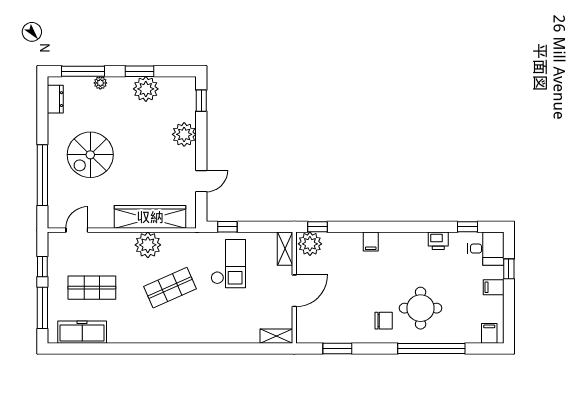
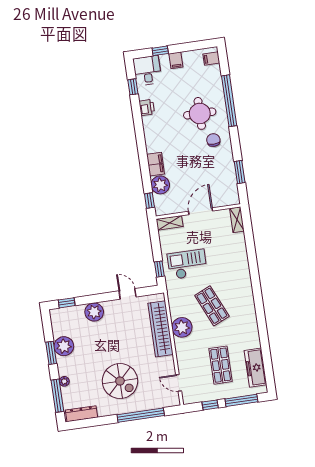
dresser: (55, 99) -> (82, 414), width x1.44
filing cabinet: (371, 242) -> (156, 164), width x2.00
plant: (310, 244) -> (160, 185), moved
door: (294, 291) -> (201, 211), hinge flipped

